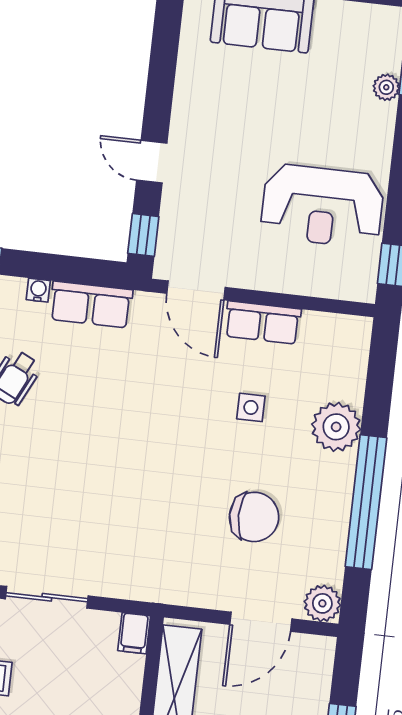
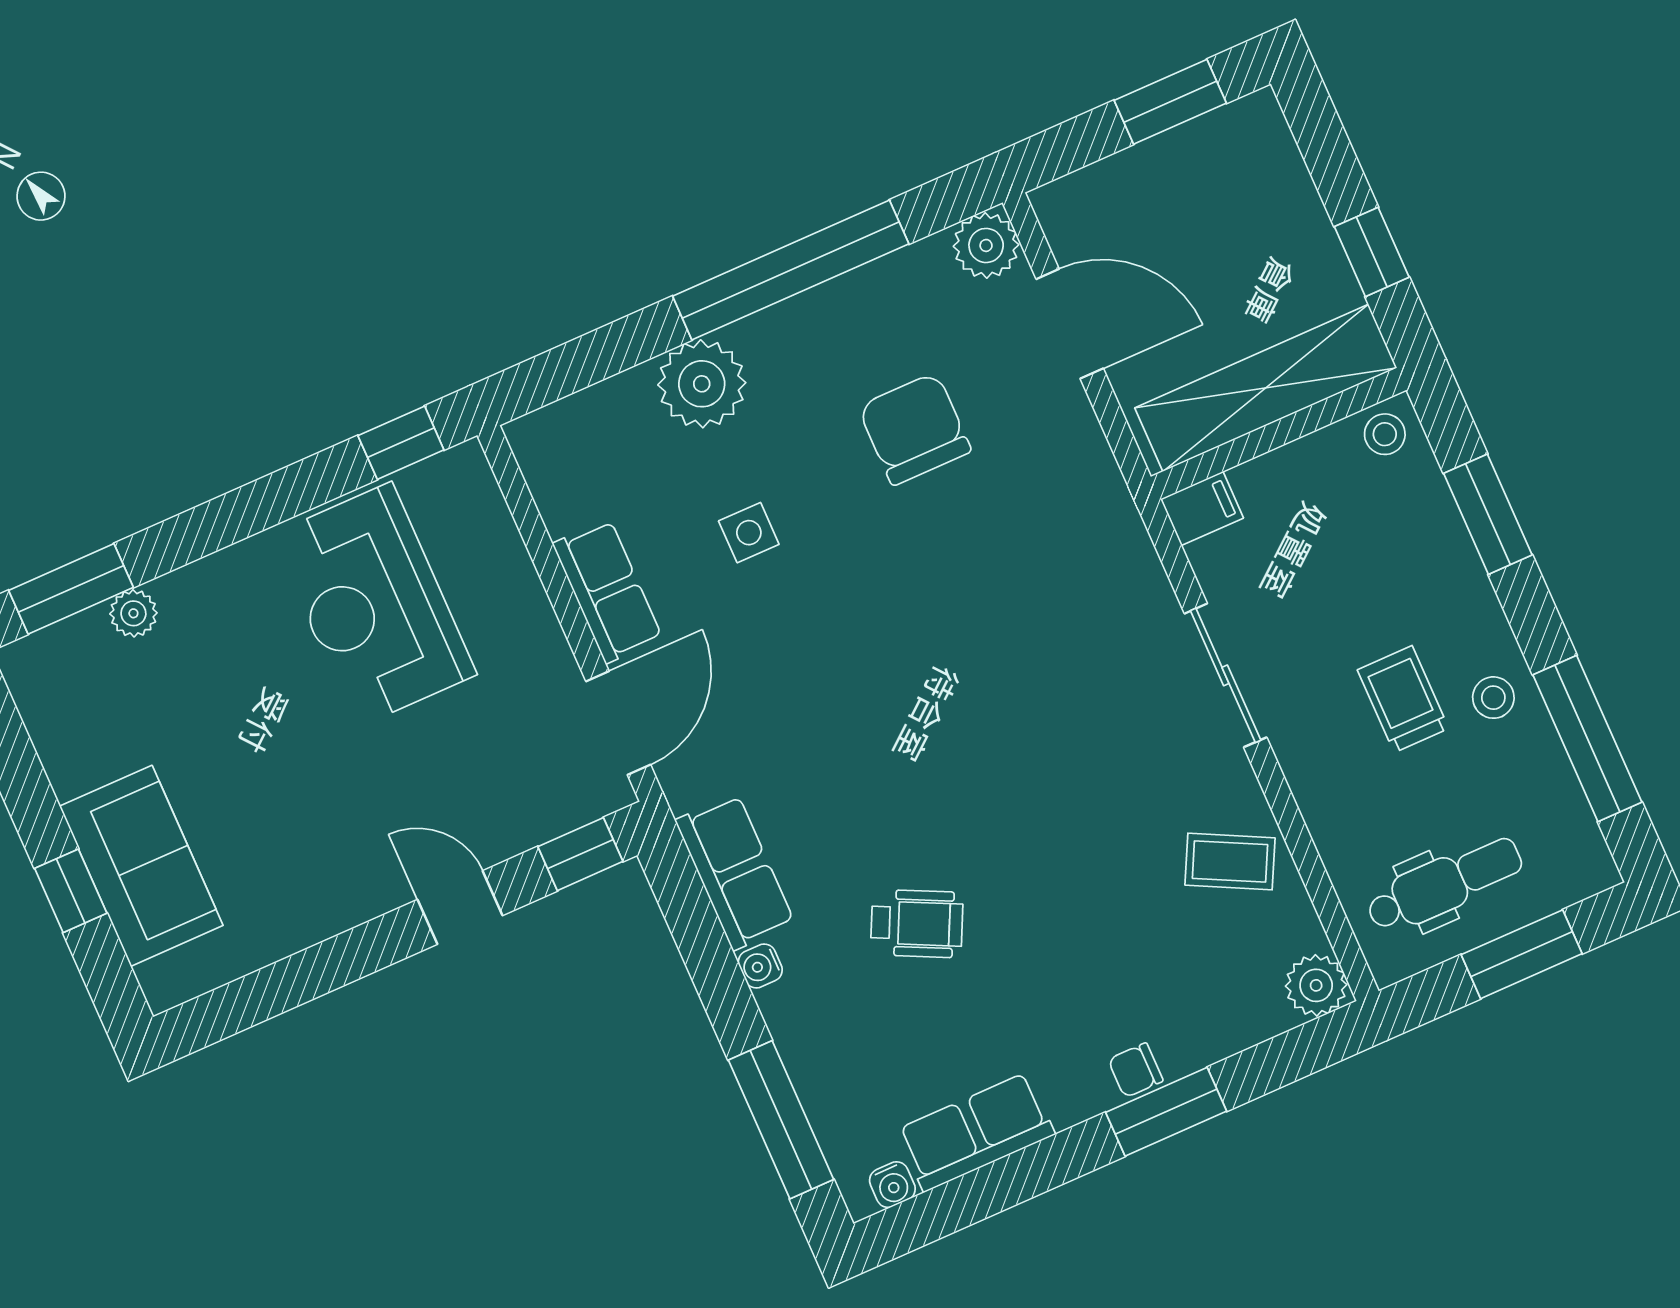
door: (152, 162) -> (460, 907), swing flipped
reception desk: (322, 206) -> (374, 605), turned 180

